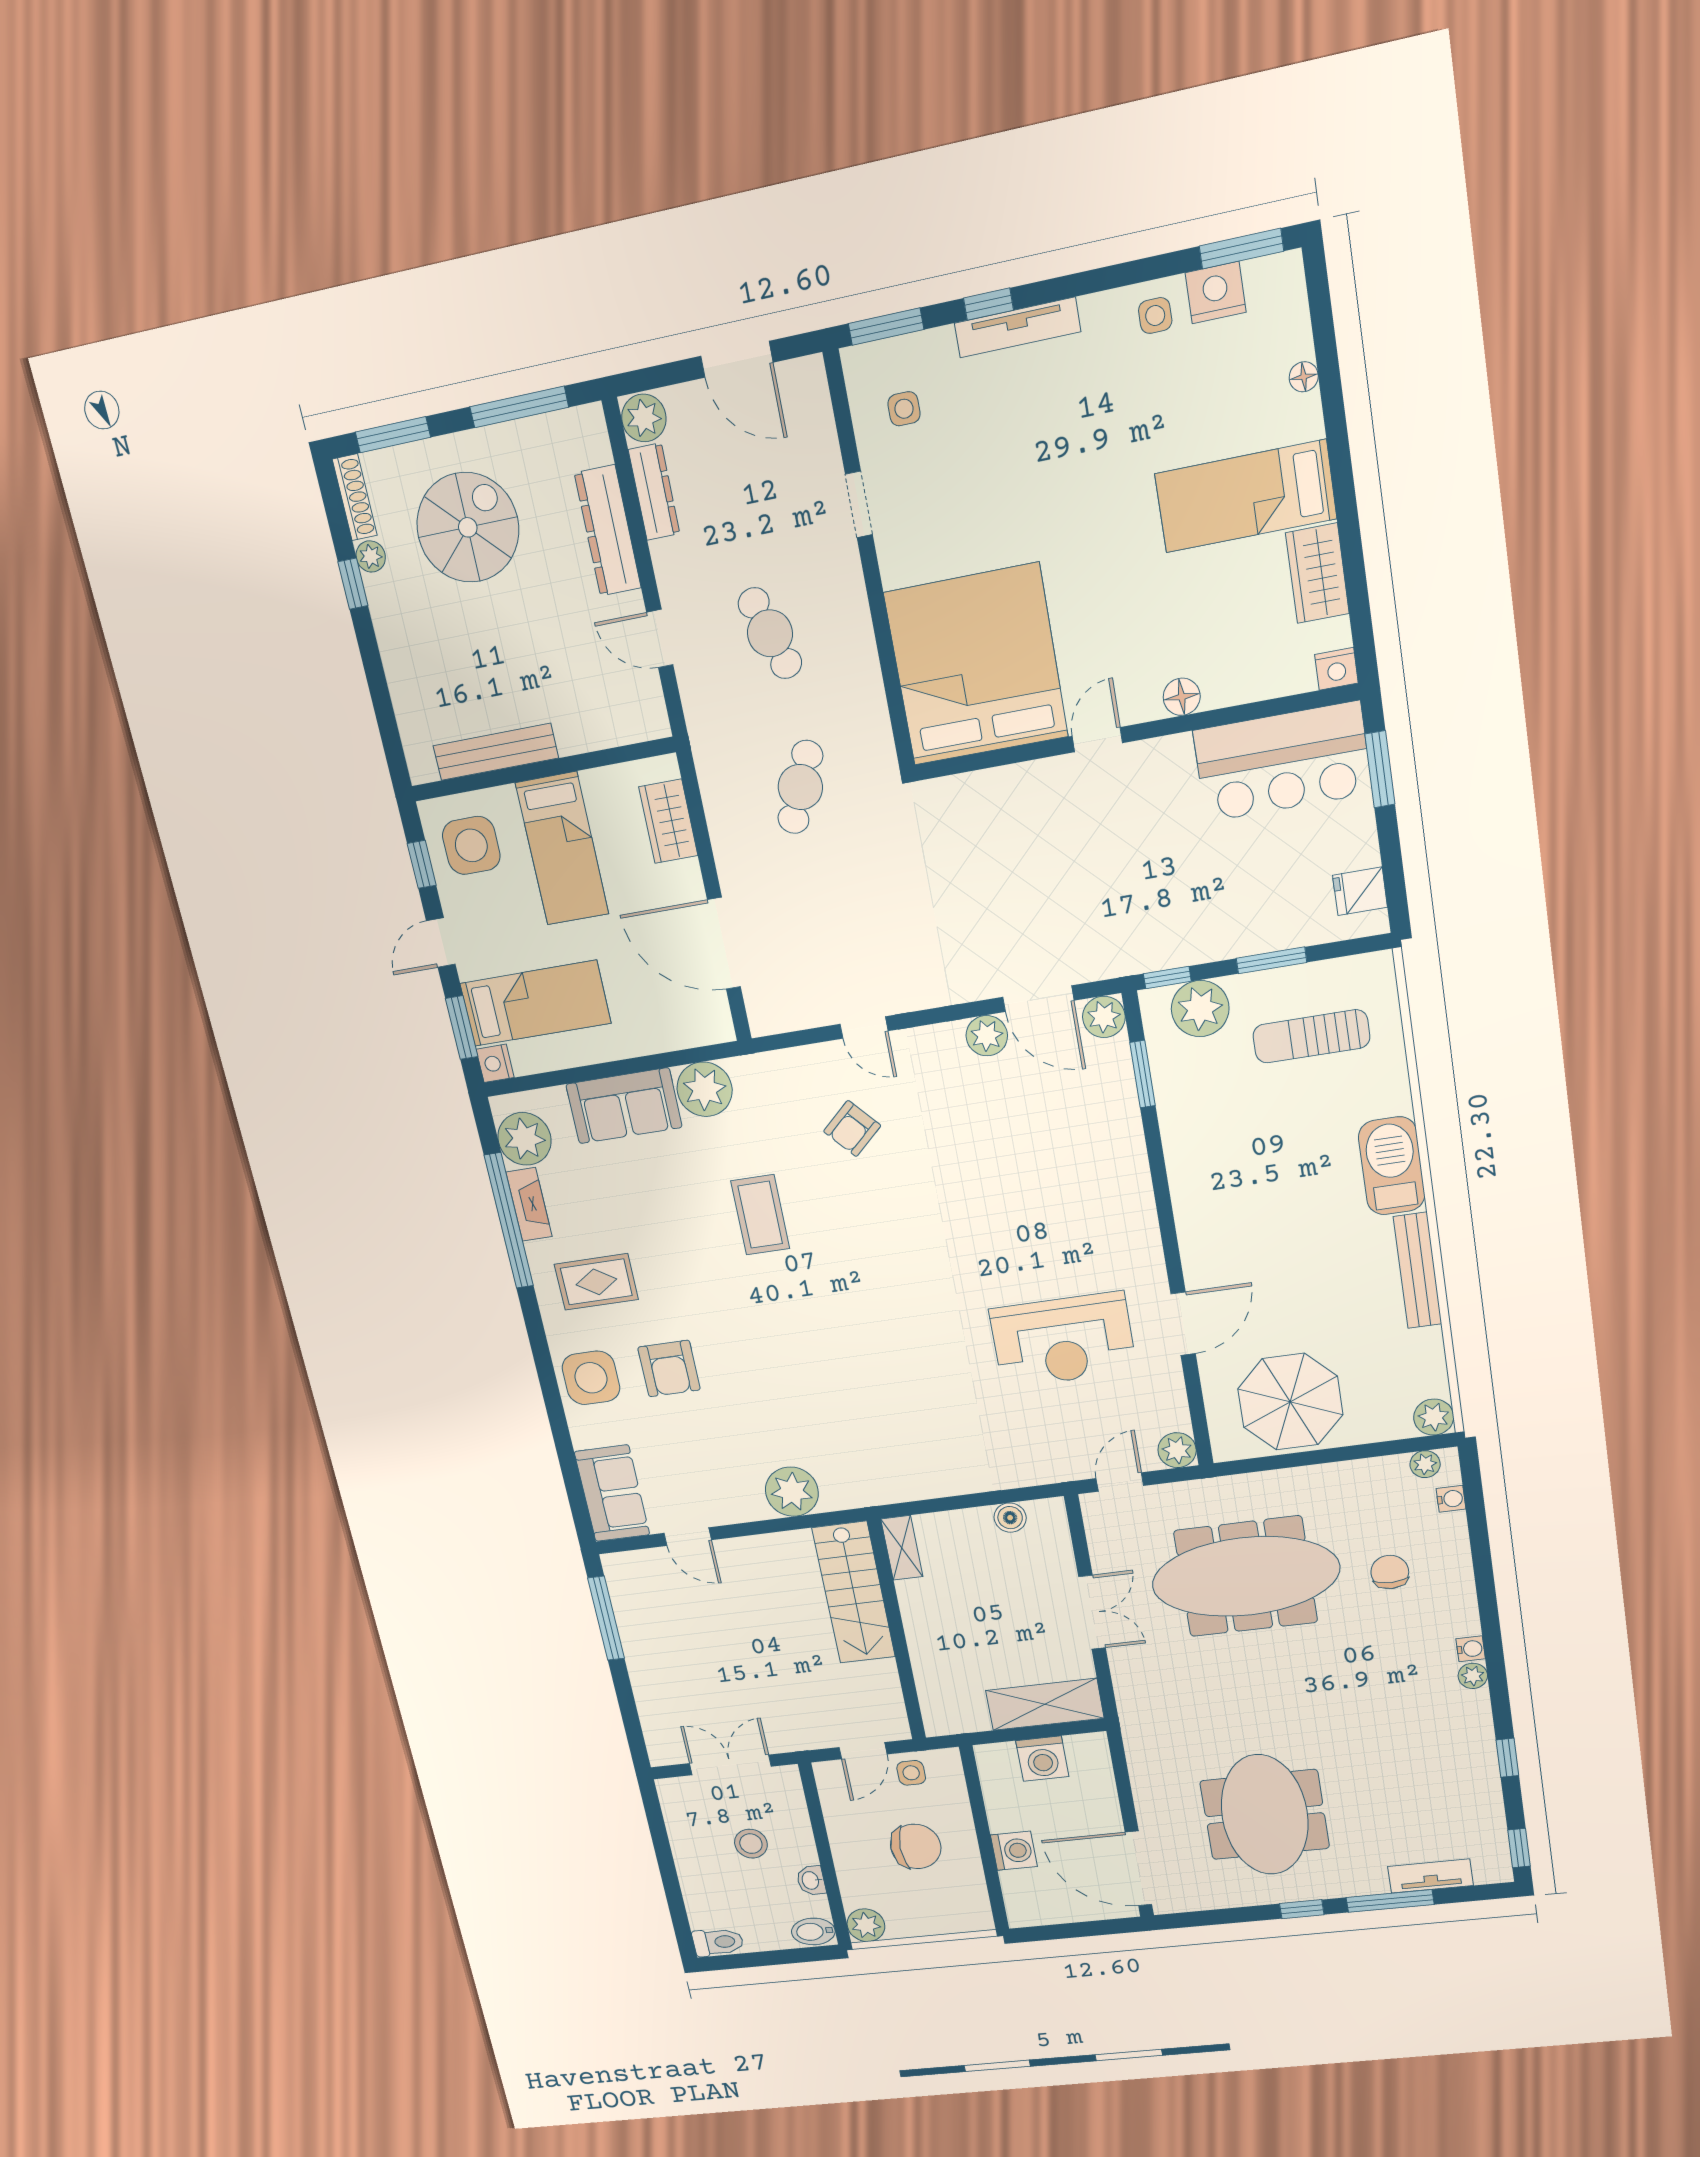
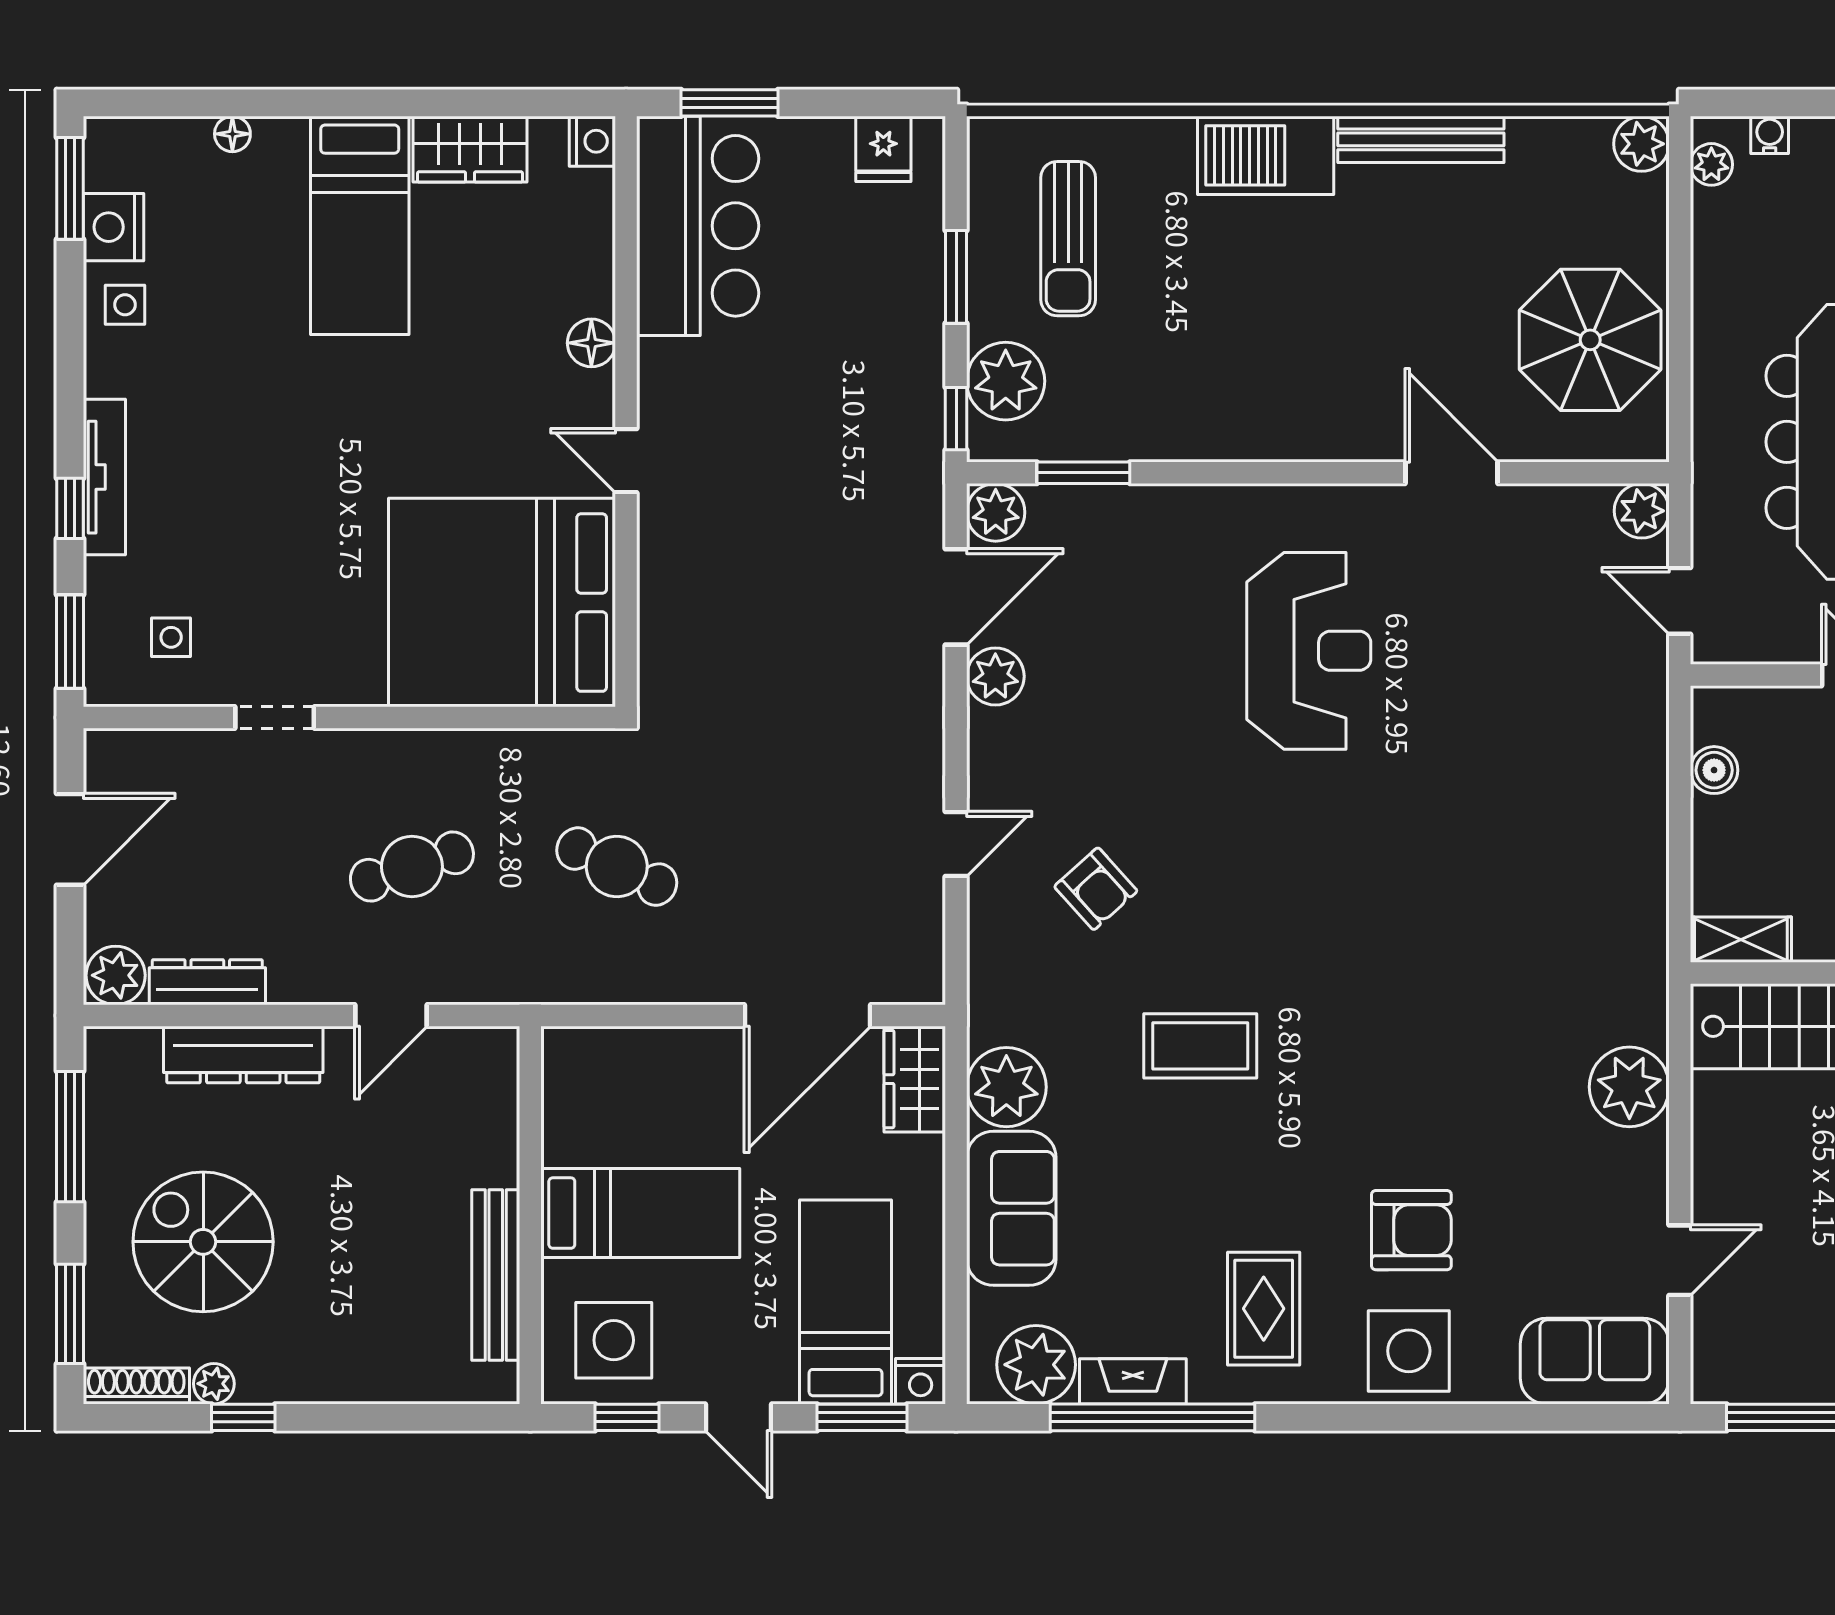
wardrobe: (668, 821) -> (915, 1079), moved, turned 90
reception desk: (1063, 1340) -> (1309, 651), moved

